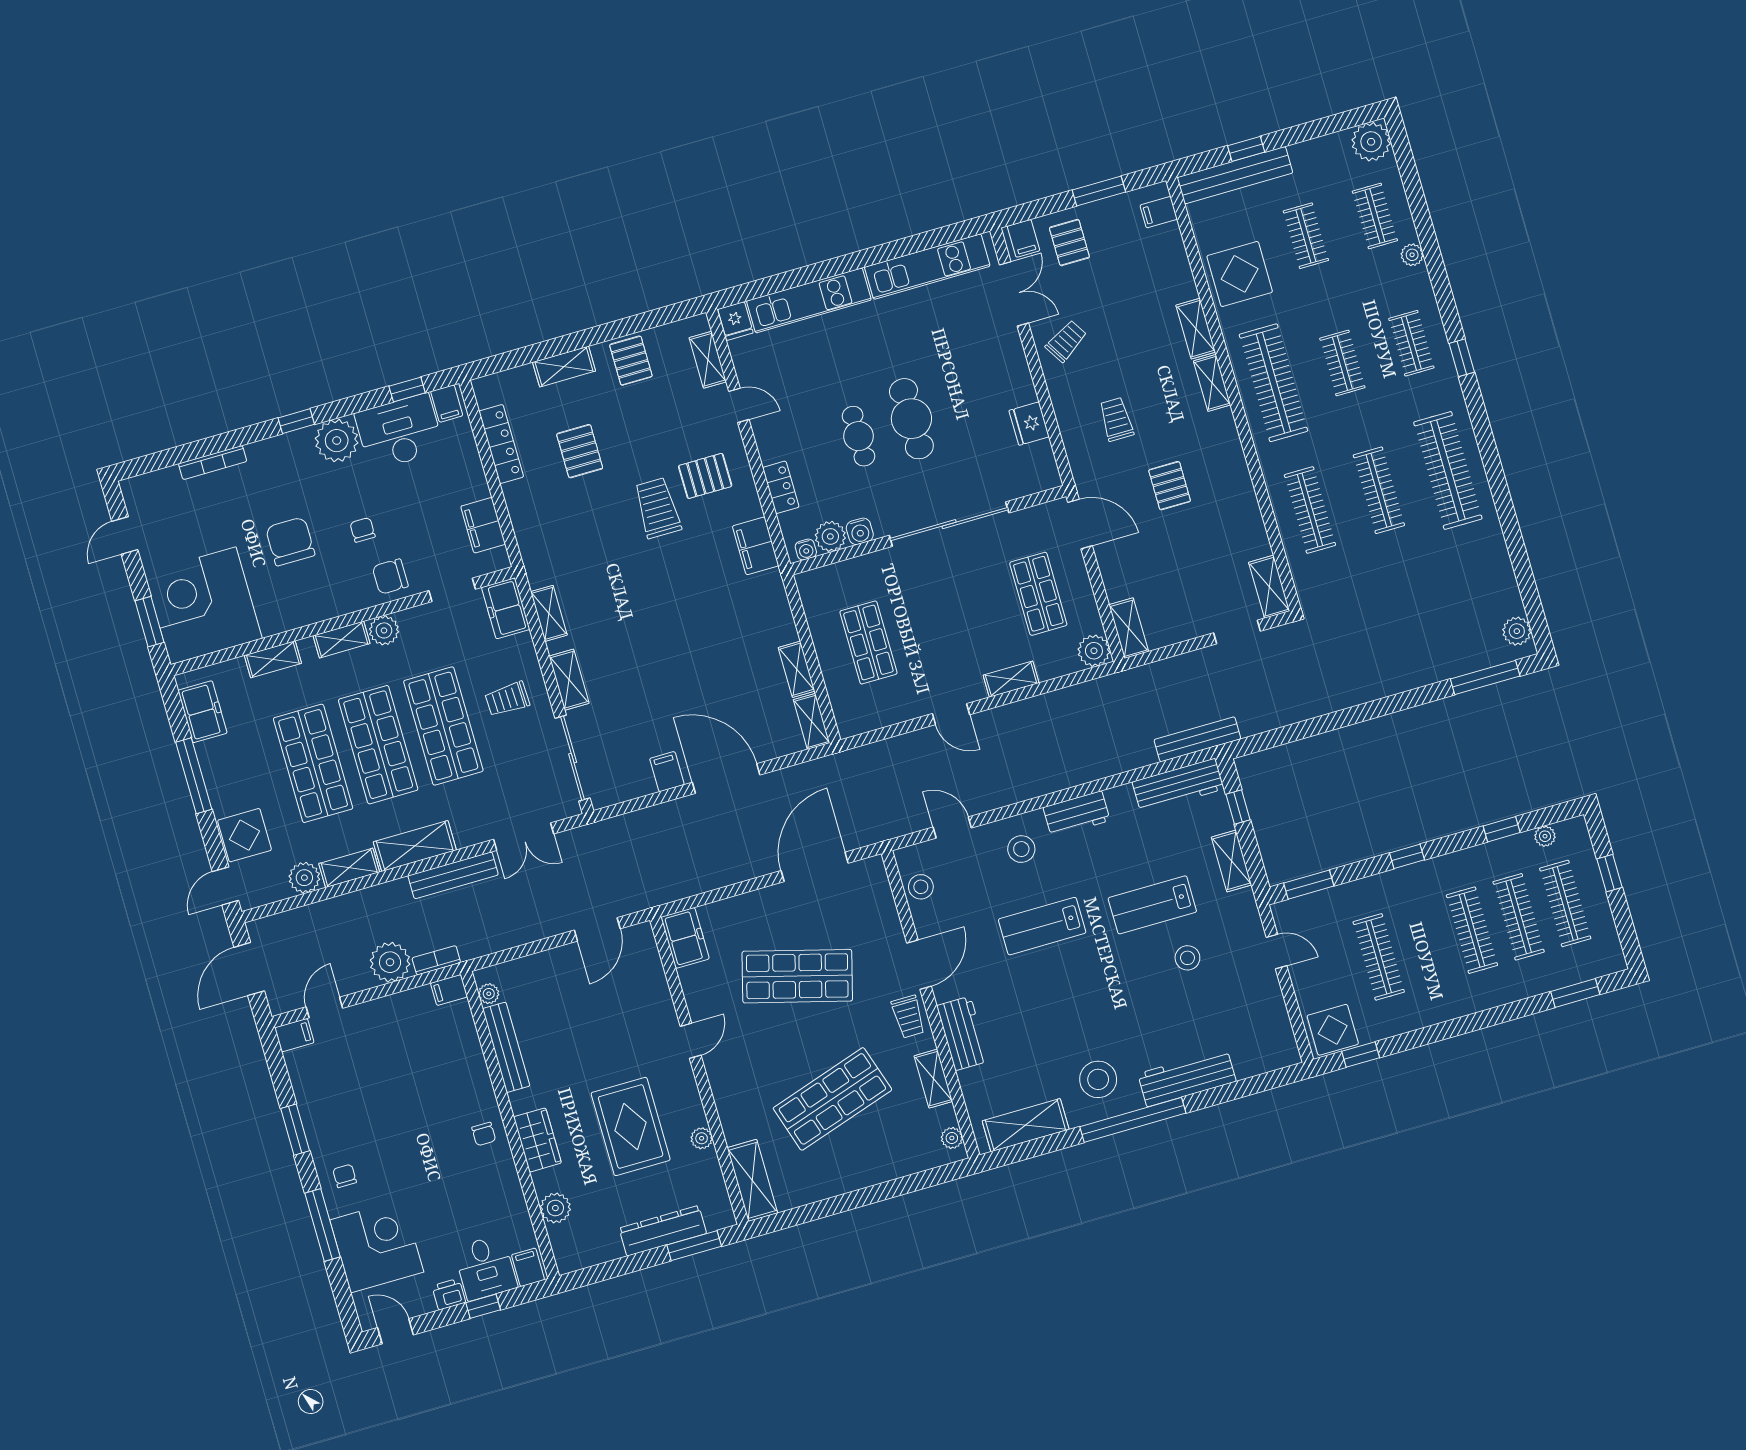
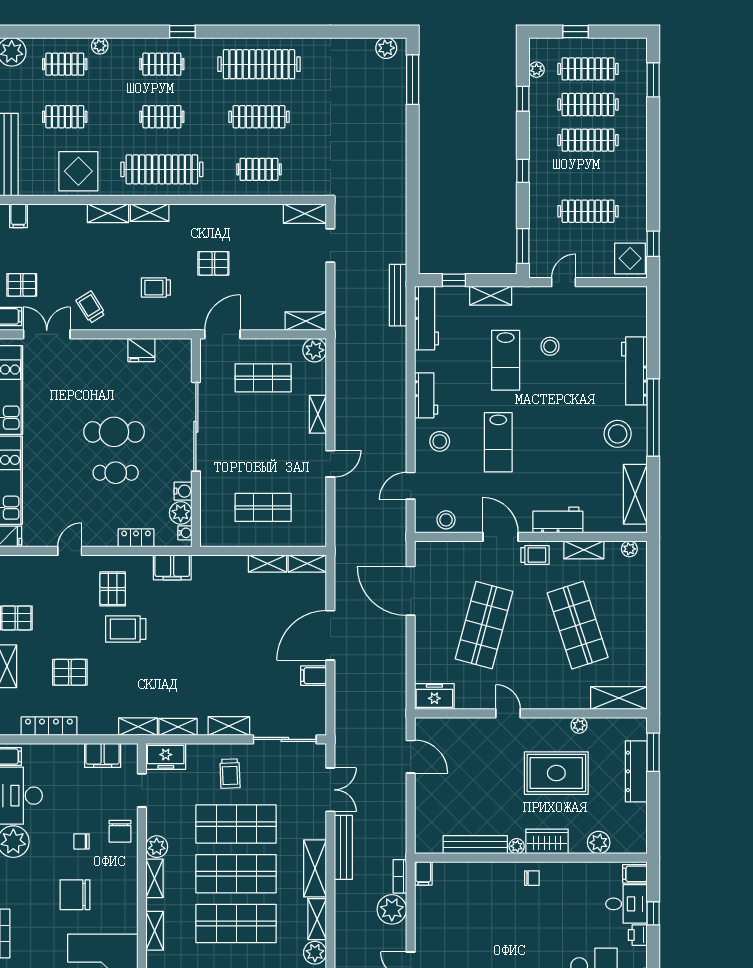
shelving: (708, 360) -> (138, 727), moved
clothes rail: (1310, 510) -> (259, 169), width x0.73
plant: (489, 994) -> (517, 846), moved

